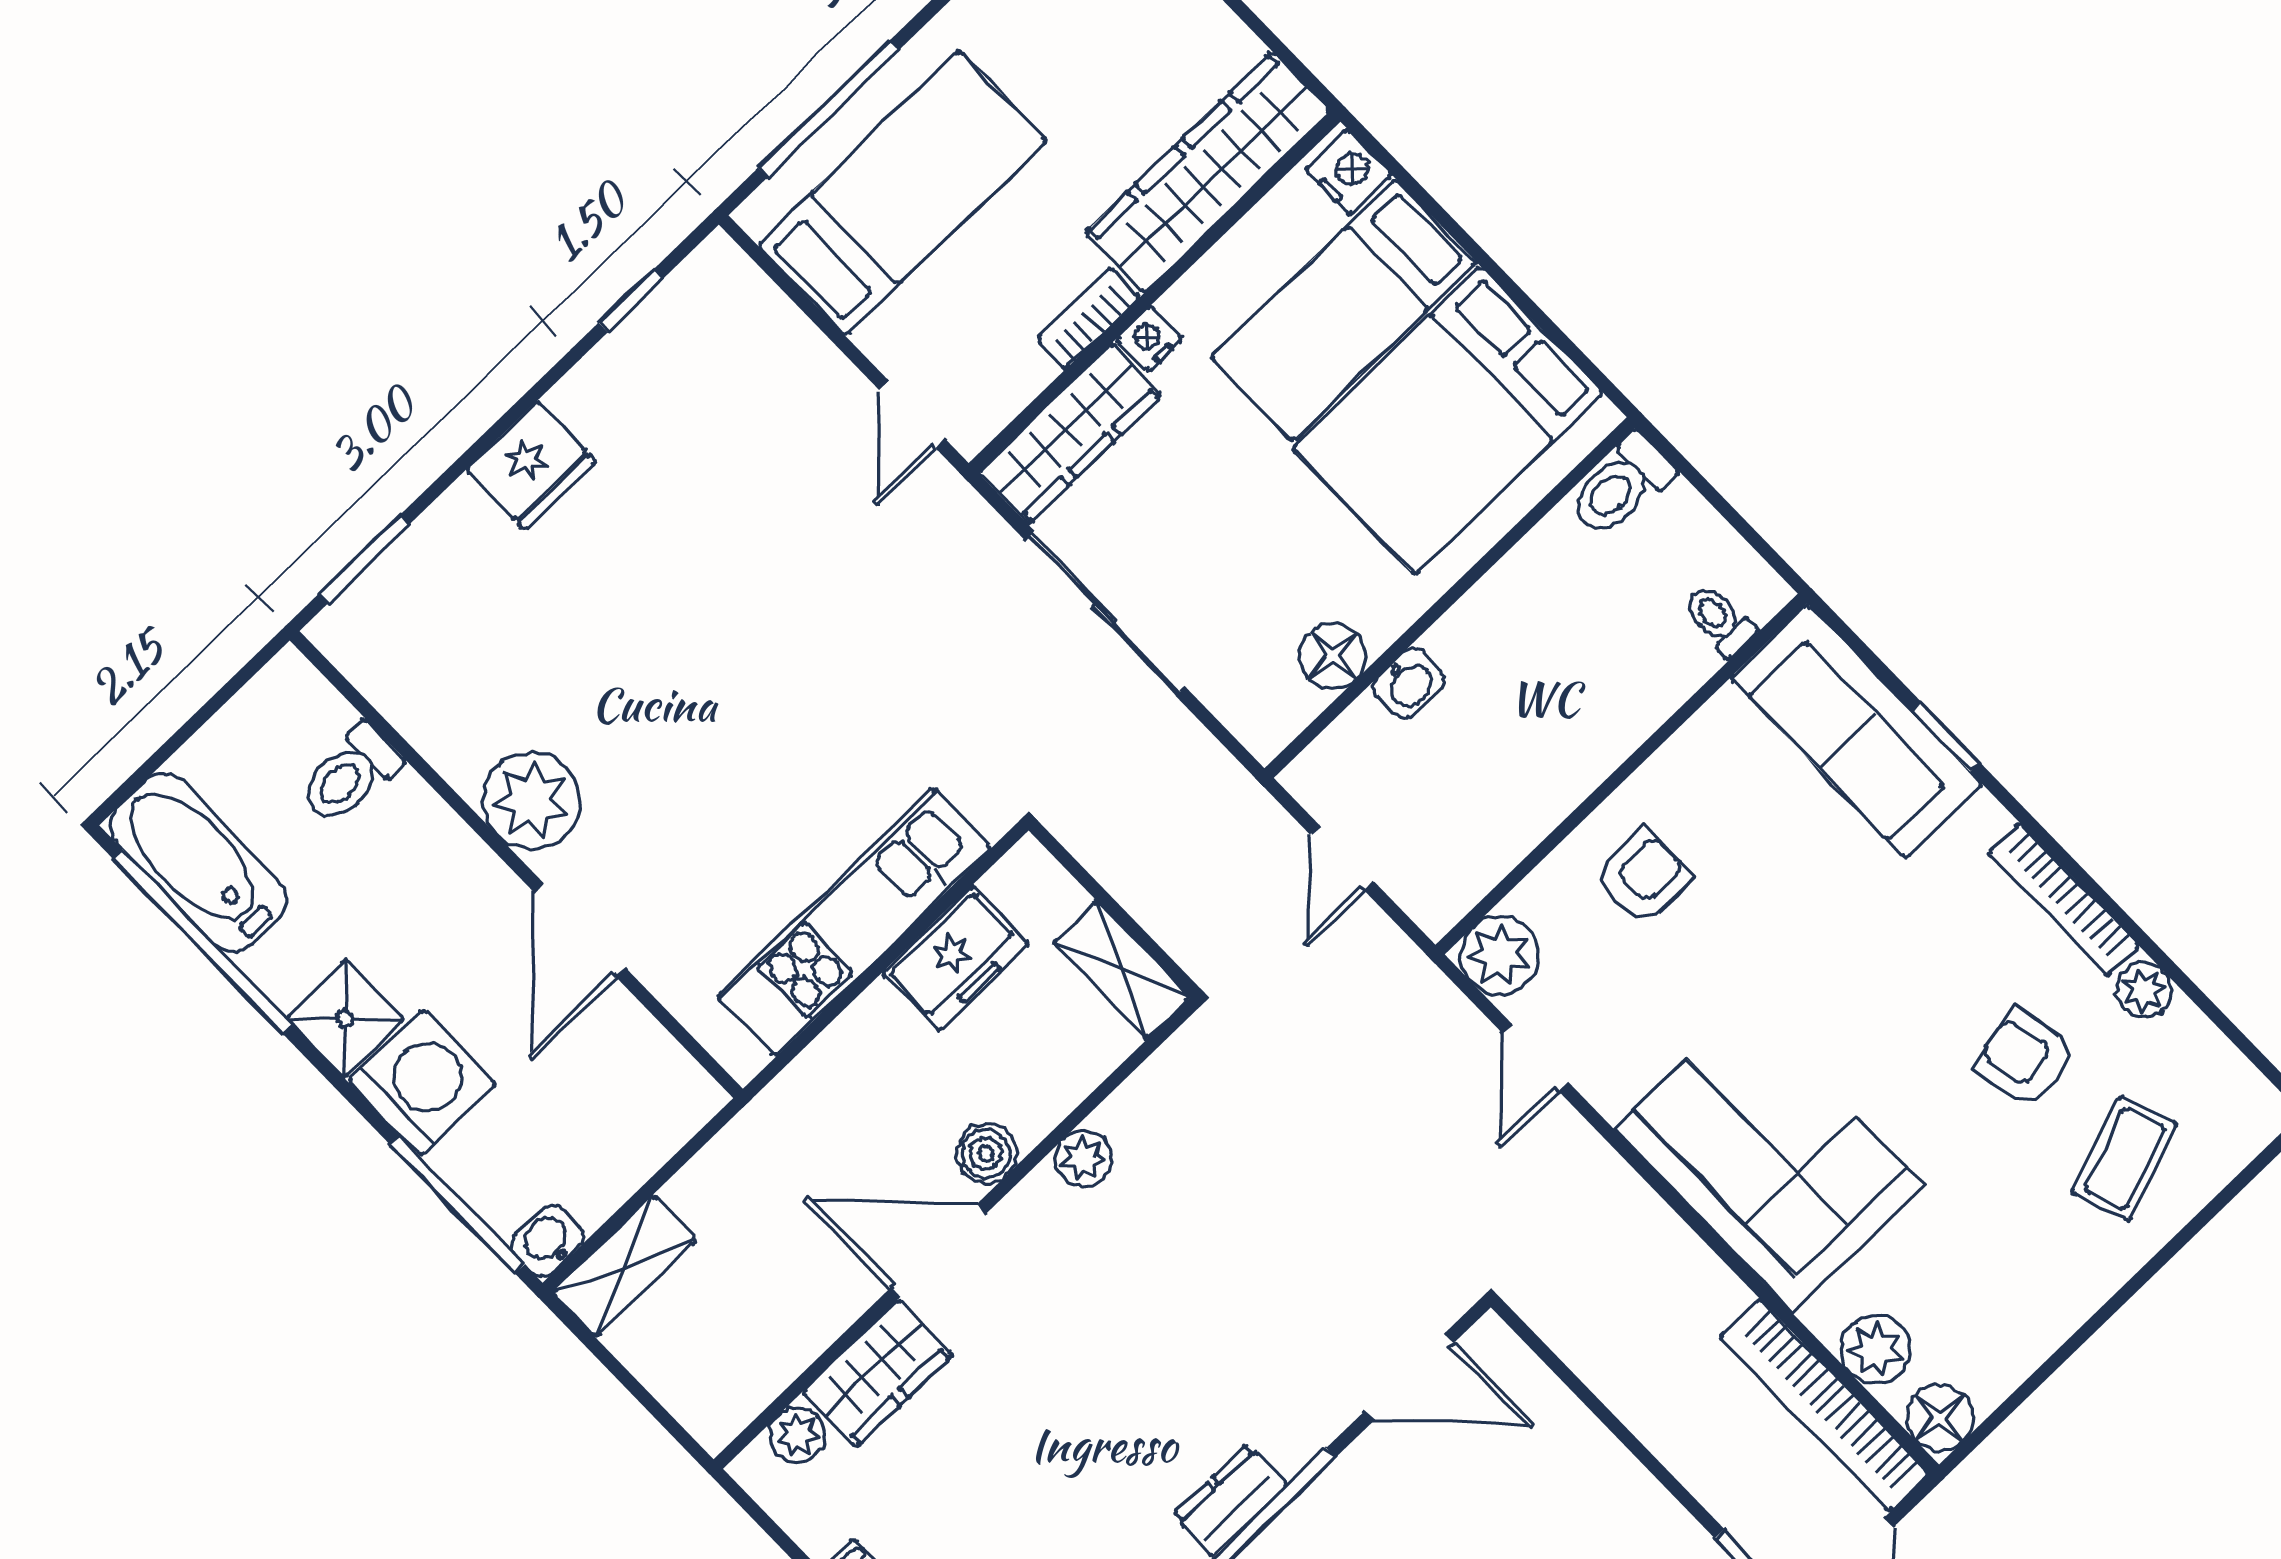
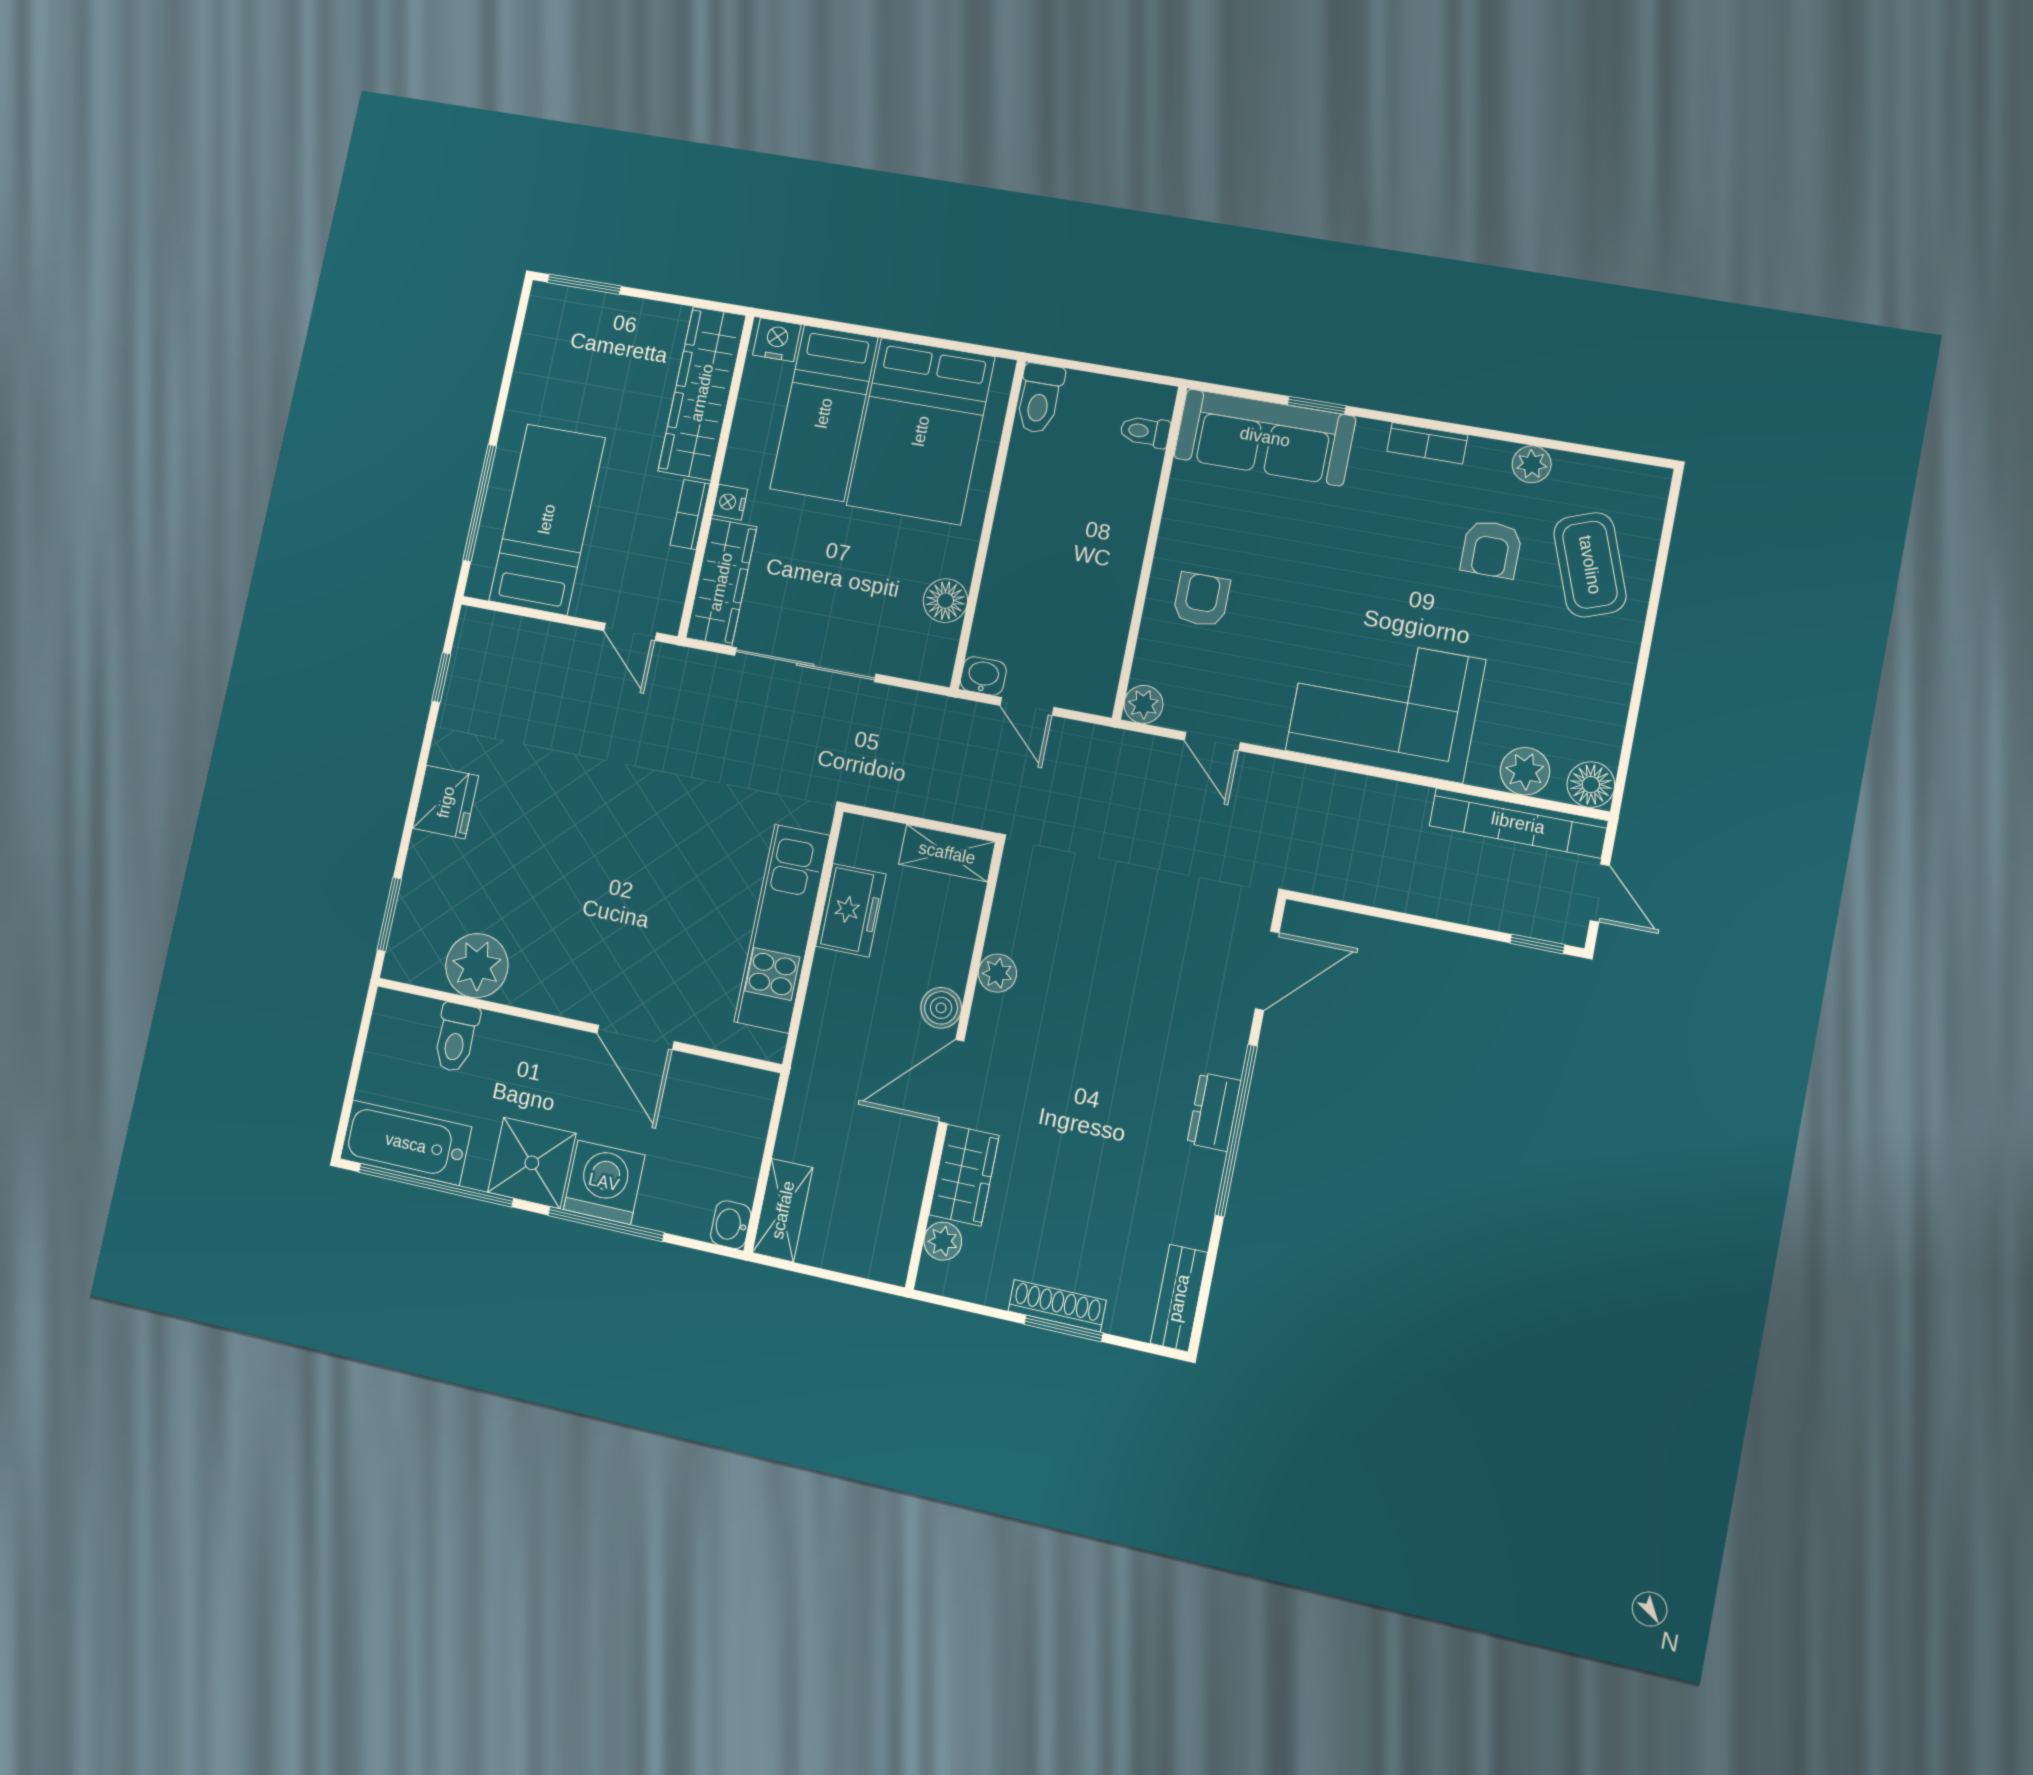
washbasin: (1409, 683) -> (983, 676), moved, turned -90
plant: (531, 801) -> (477, 966), moved
bookcase: (2063, 899) -> (1427, 443), width x0.64
plant: (1500, 955) -> (1144, 704), width x0.73, depth x0.73
shower: (345, 1018) -> (532, 1163), width x1.36, depth x1.36
armchair: (2025, 1058) -> (1491, 549), turned -79
coffee table: (2125, 1158) -> (1590, 565), width x1.36, depth x1.30
window: (457, 1205) -> (606, 1224), moved

